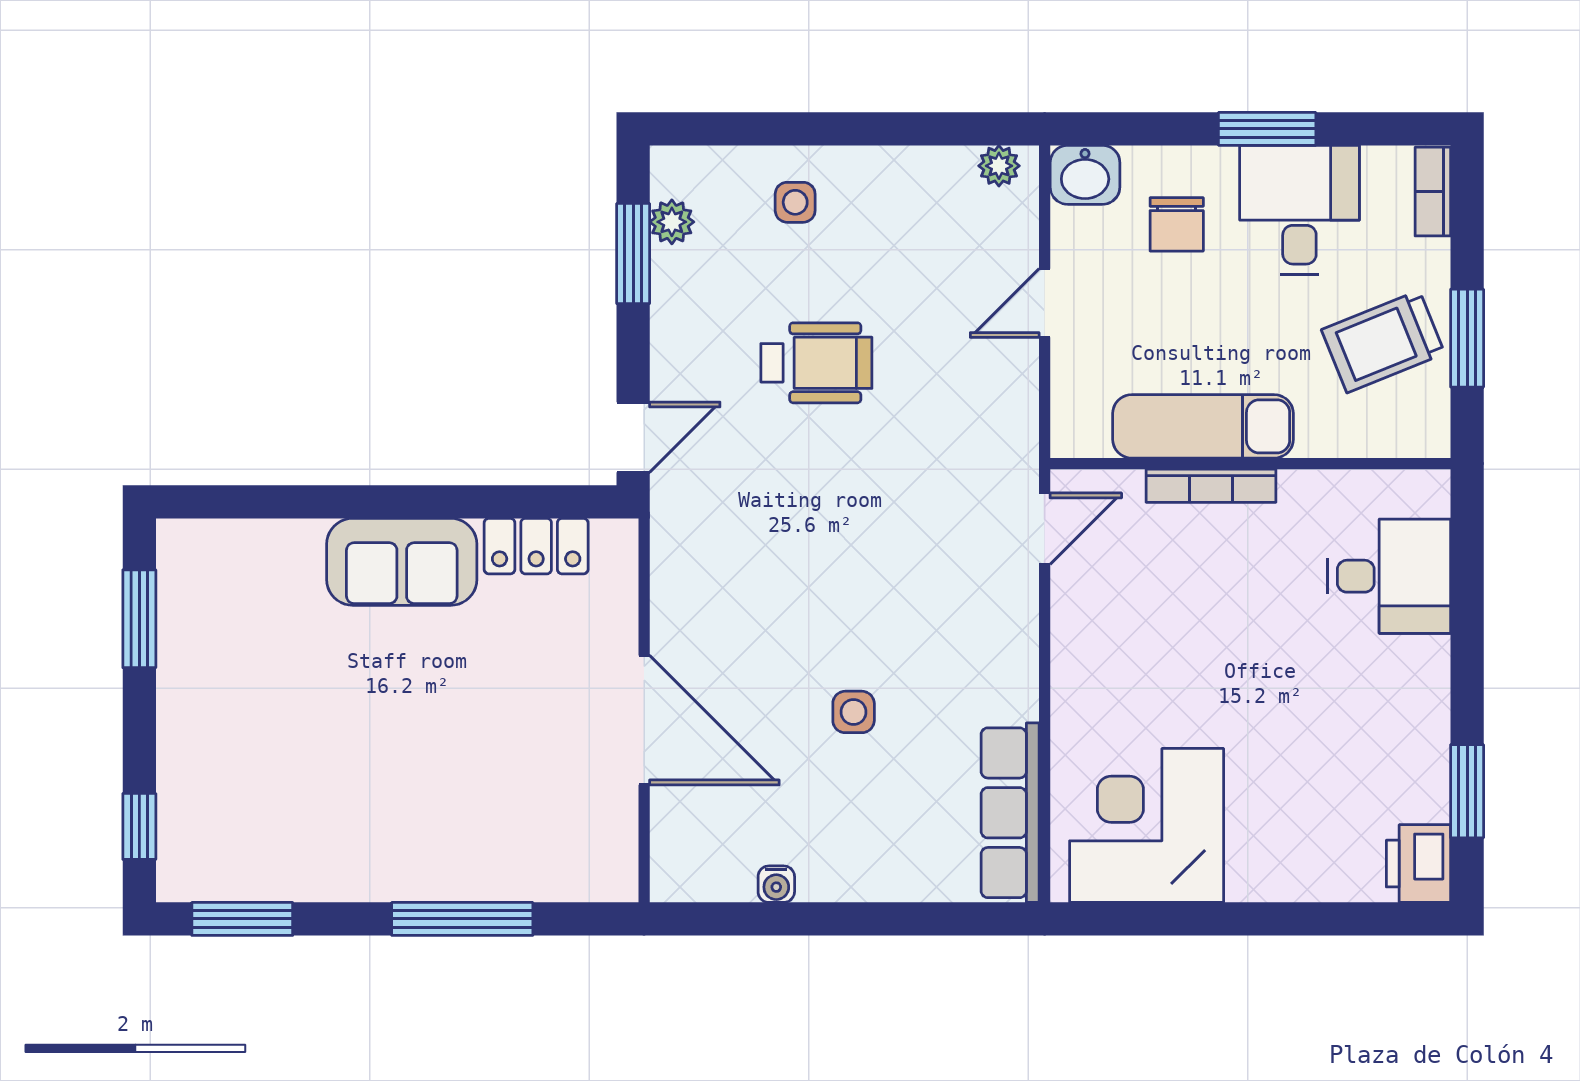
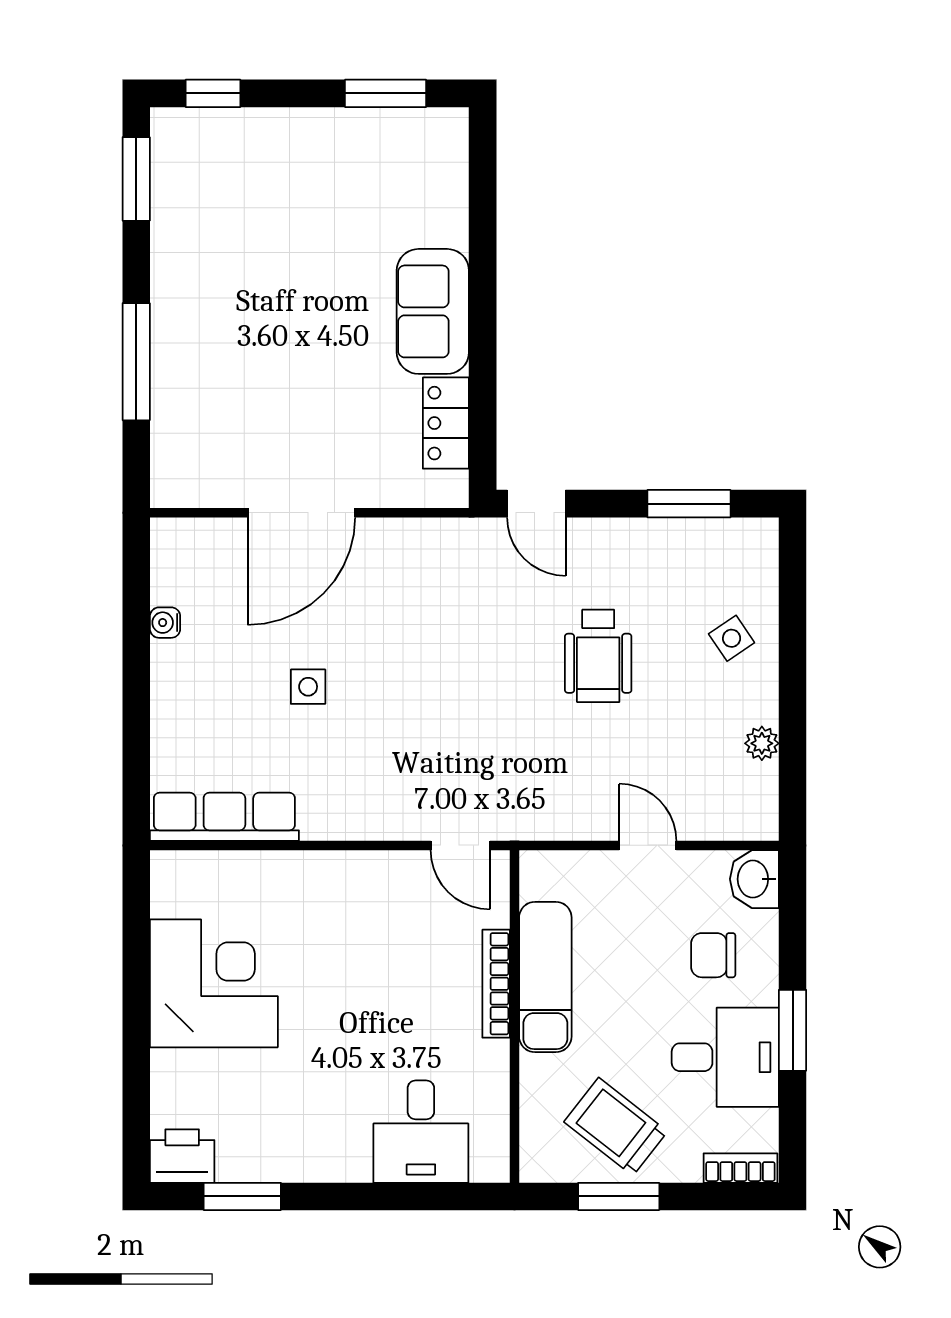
plant: (999, 166) -> (762, 743), moved
side table: (795, 202) -> (732, 638), turned -34
plant: (672, 222) -> (715, 536), removed
trolley: (1383, 342) -> (616, 1127), turned -30
corner desk: (1147, 825) -> (214, 983), moved

